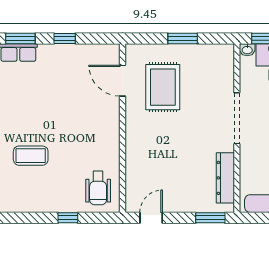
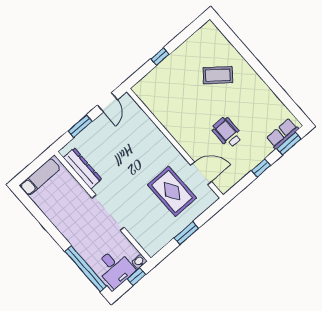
coffee table: (31, 156) -> (218, 75), turned 39
wheelchair: (98, 188) -> (227, 132), moved
window: (210, 218) -> (80, 126), moved

